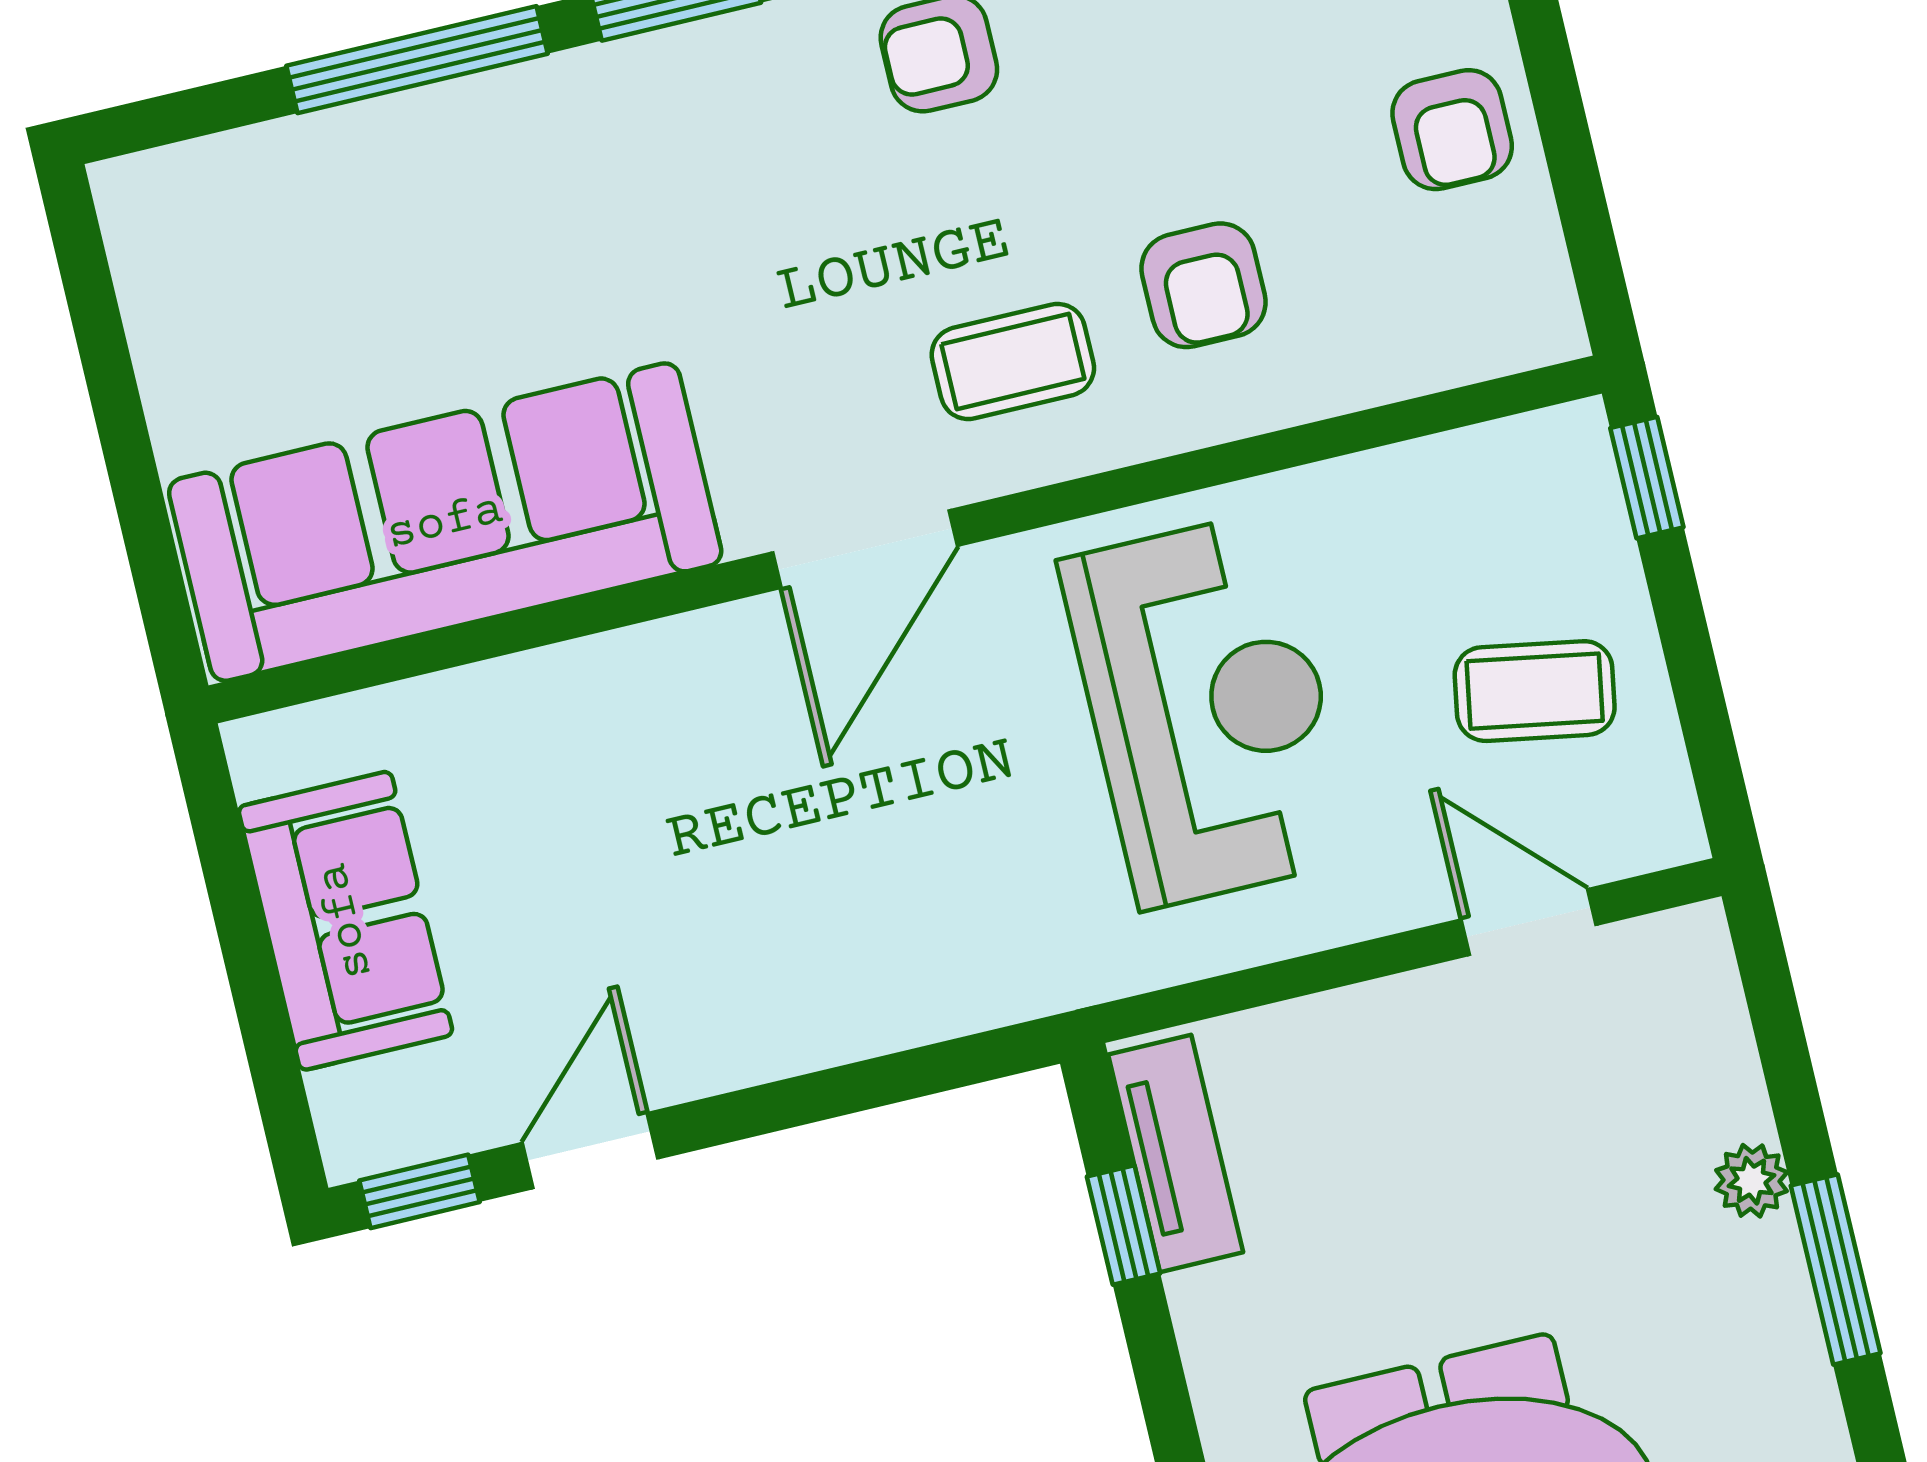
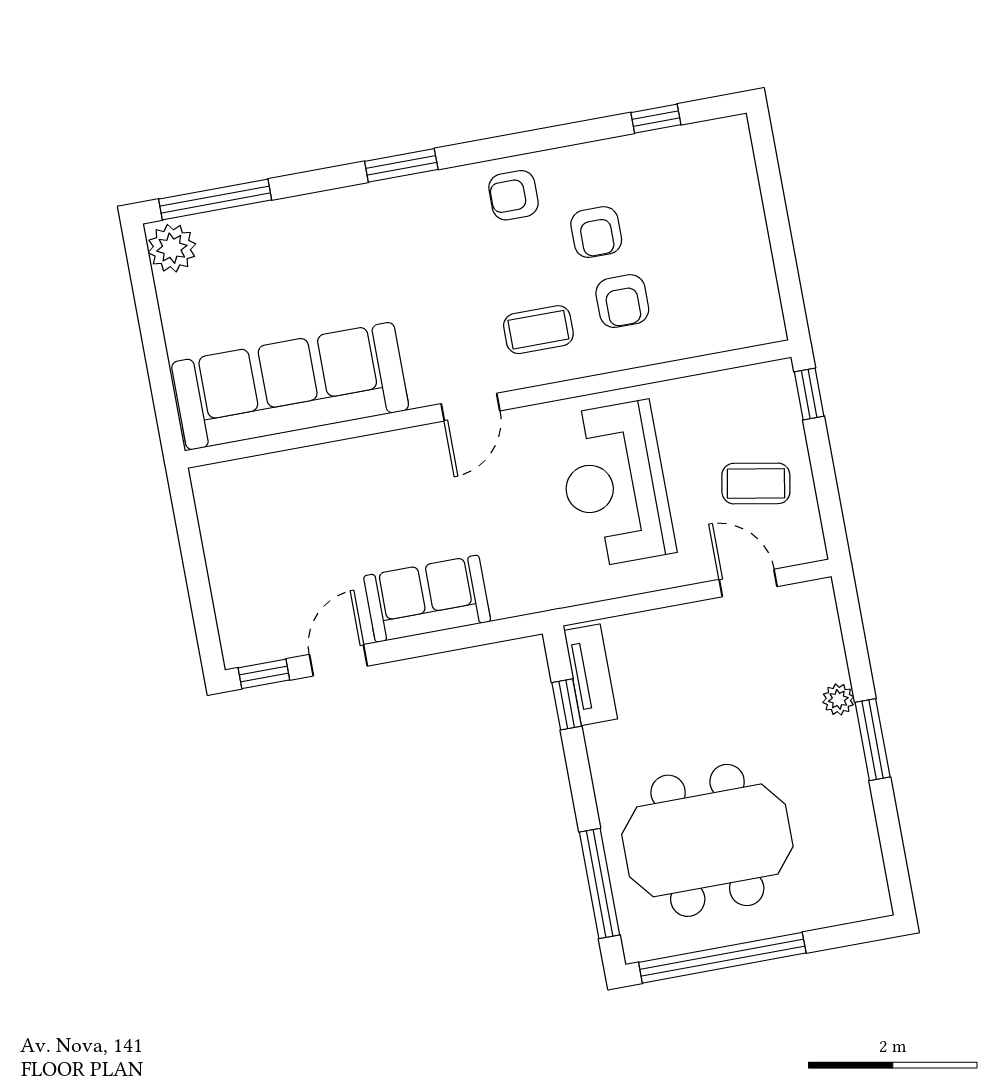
window: (417, 60) -> (215, 200), moved
armchair: (1452, 130) -> (596, 232), moved
plant: (155, 218) -> (172, 248), added
door: (865, 549) -> (470, 407), width x0.73
reception desk: (1208, 710) -> (615, 484), turned 180
sofa: (345, 921) -> (427, 599), moved, turned -90

